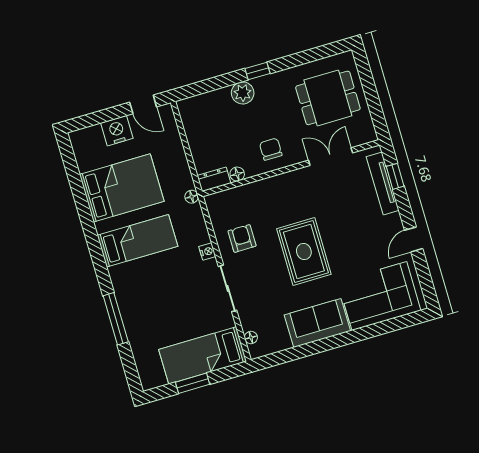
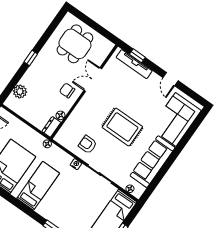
plant: (243, 93) -> (20, 91), moved
double door: (331, 157) -> (93, 80), moved
sofa: (317, 323) -> (153, 162), width x1.36

